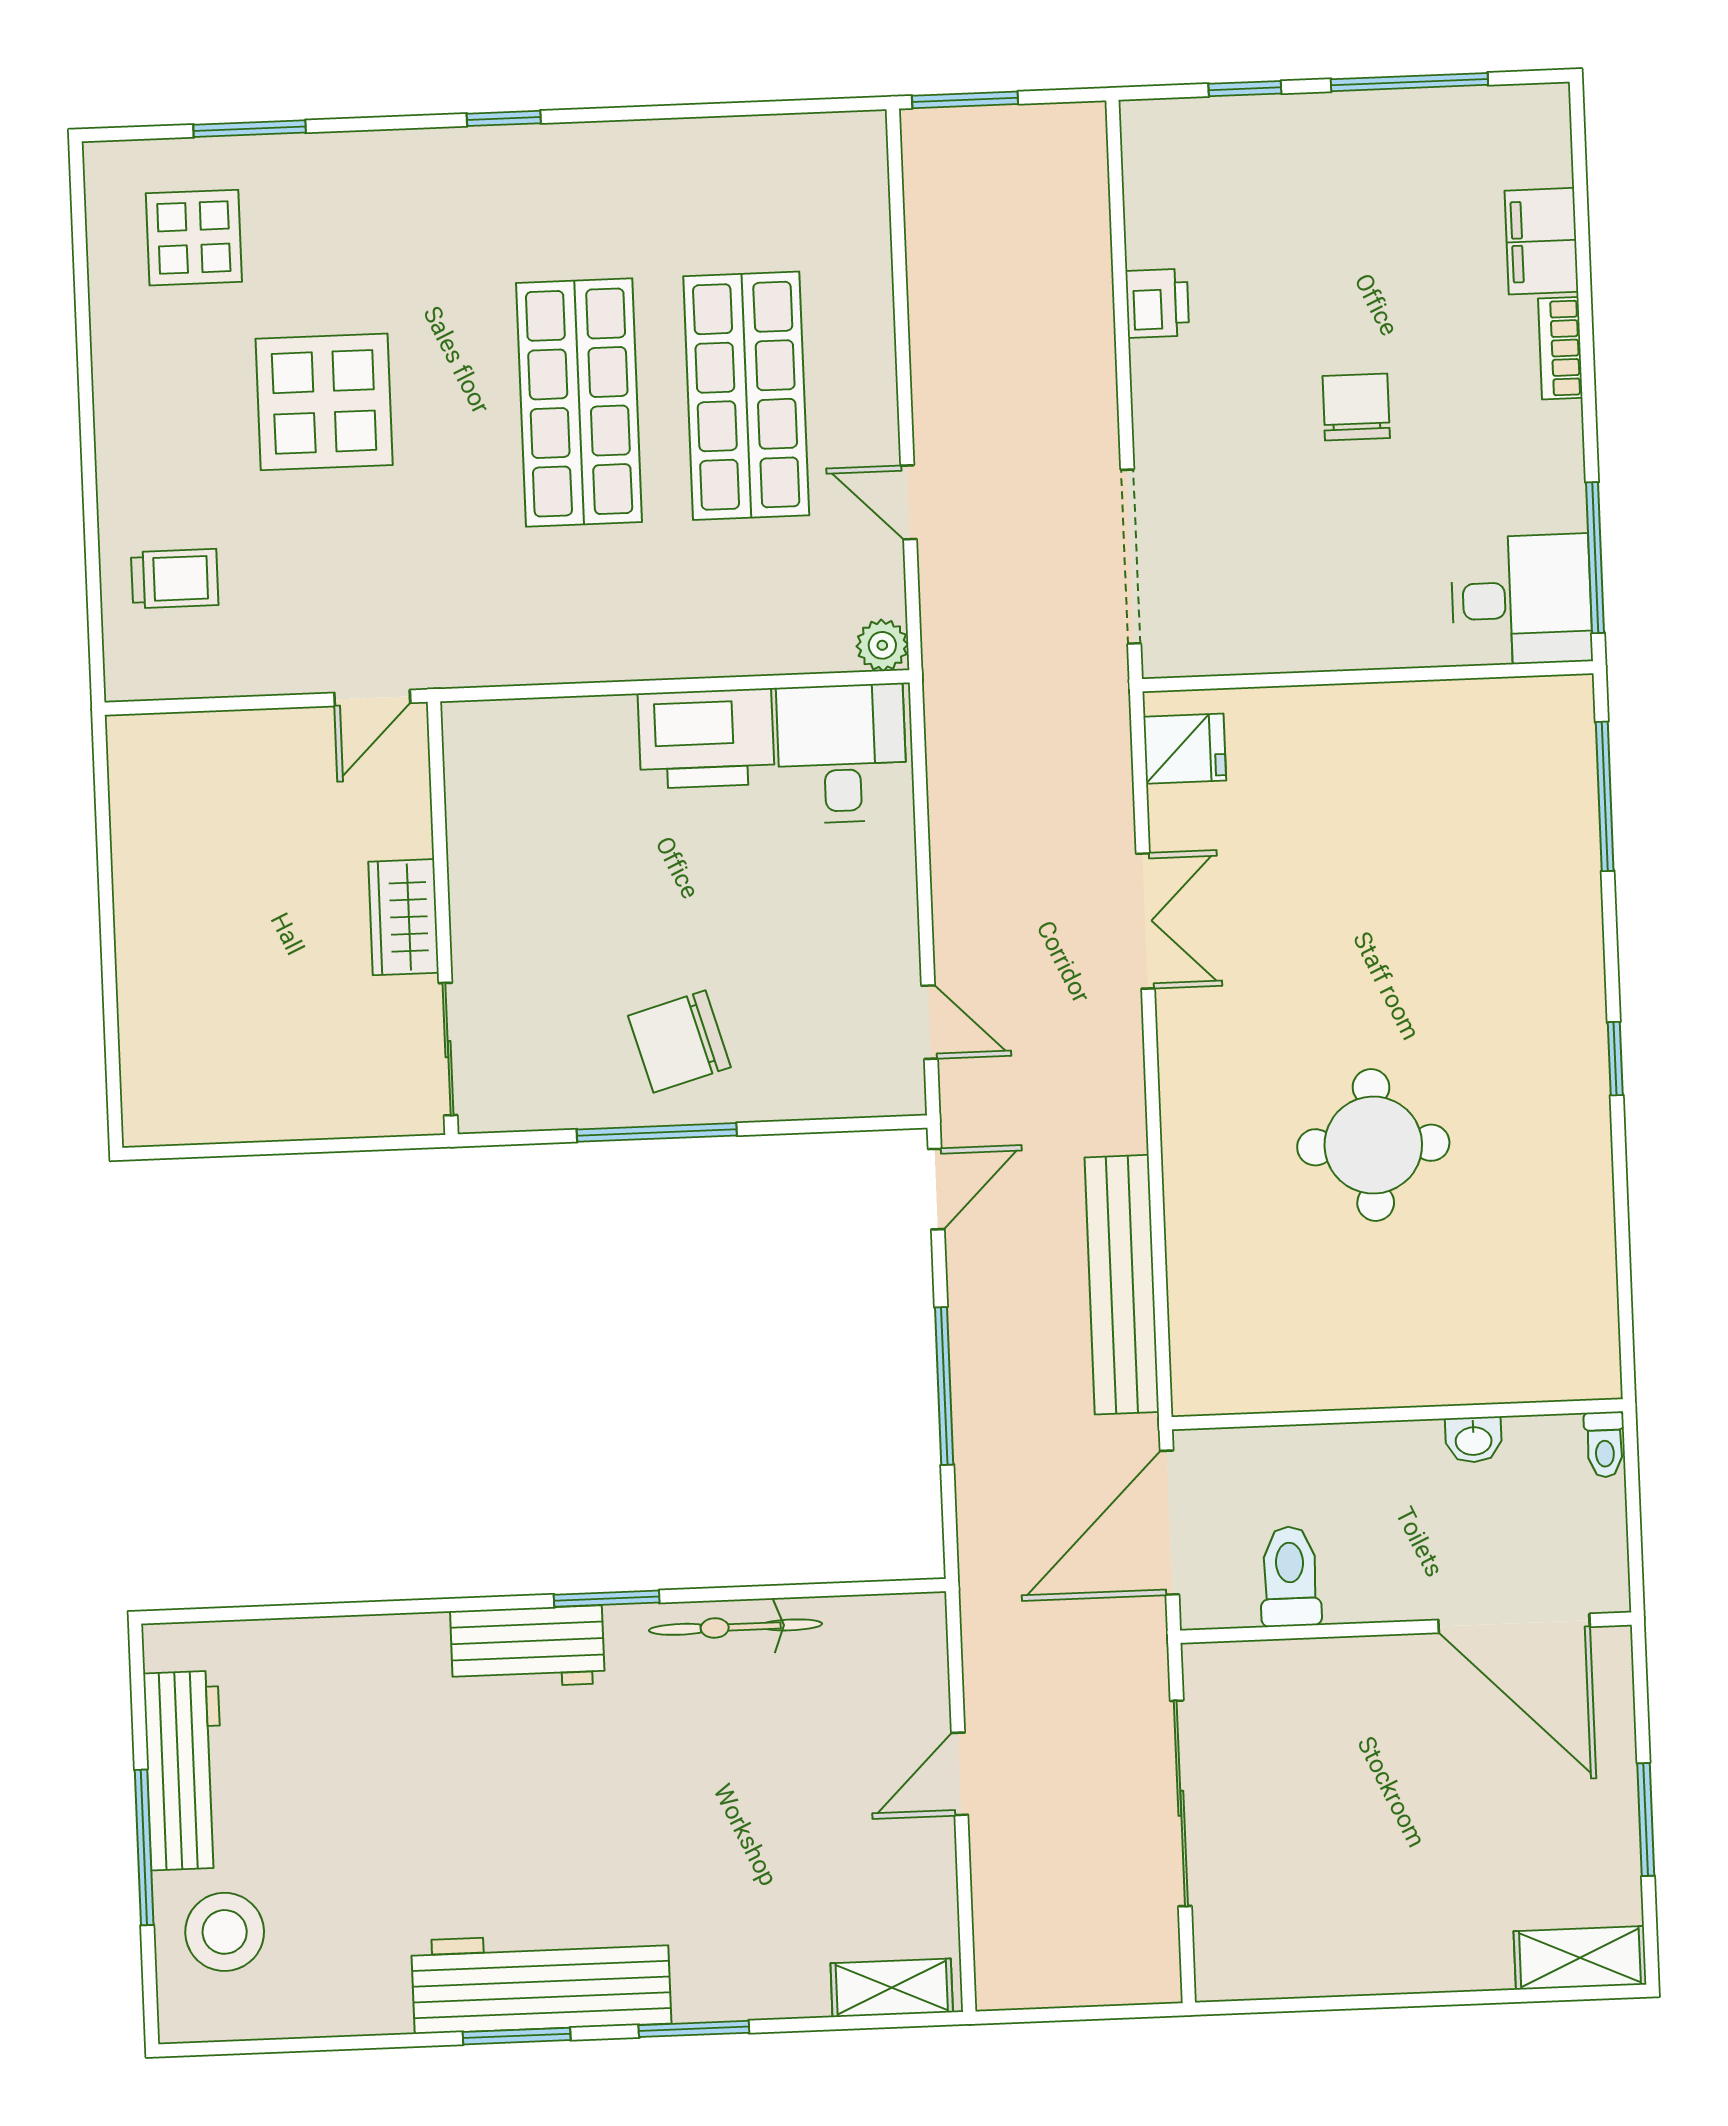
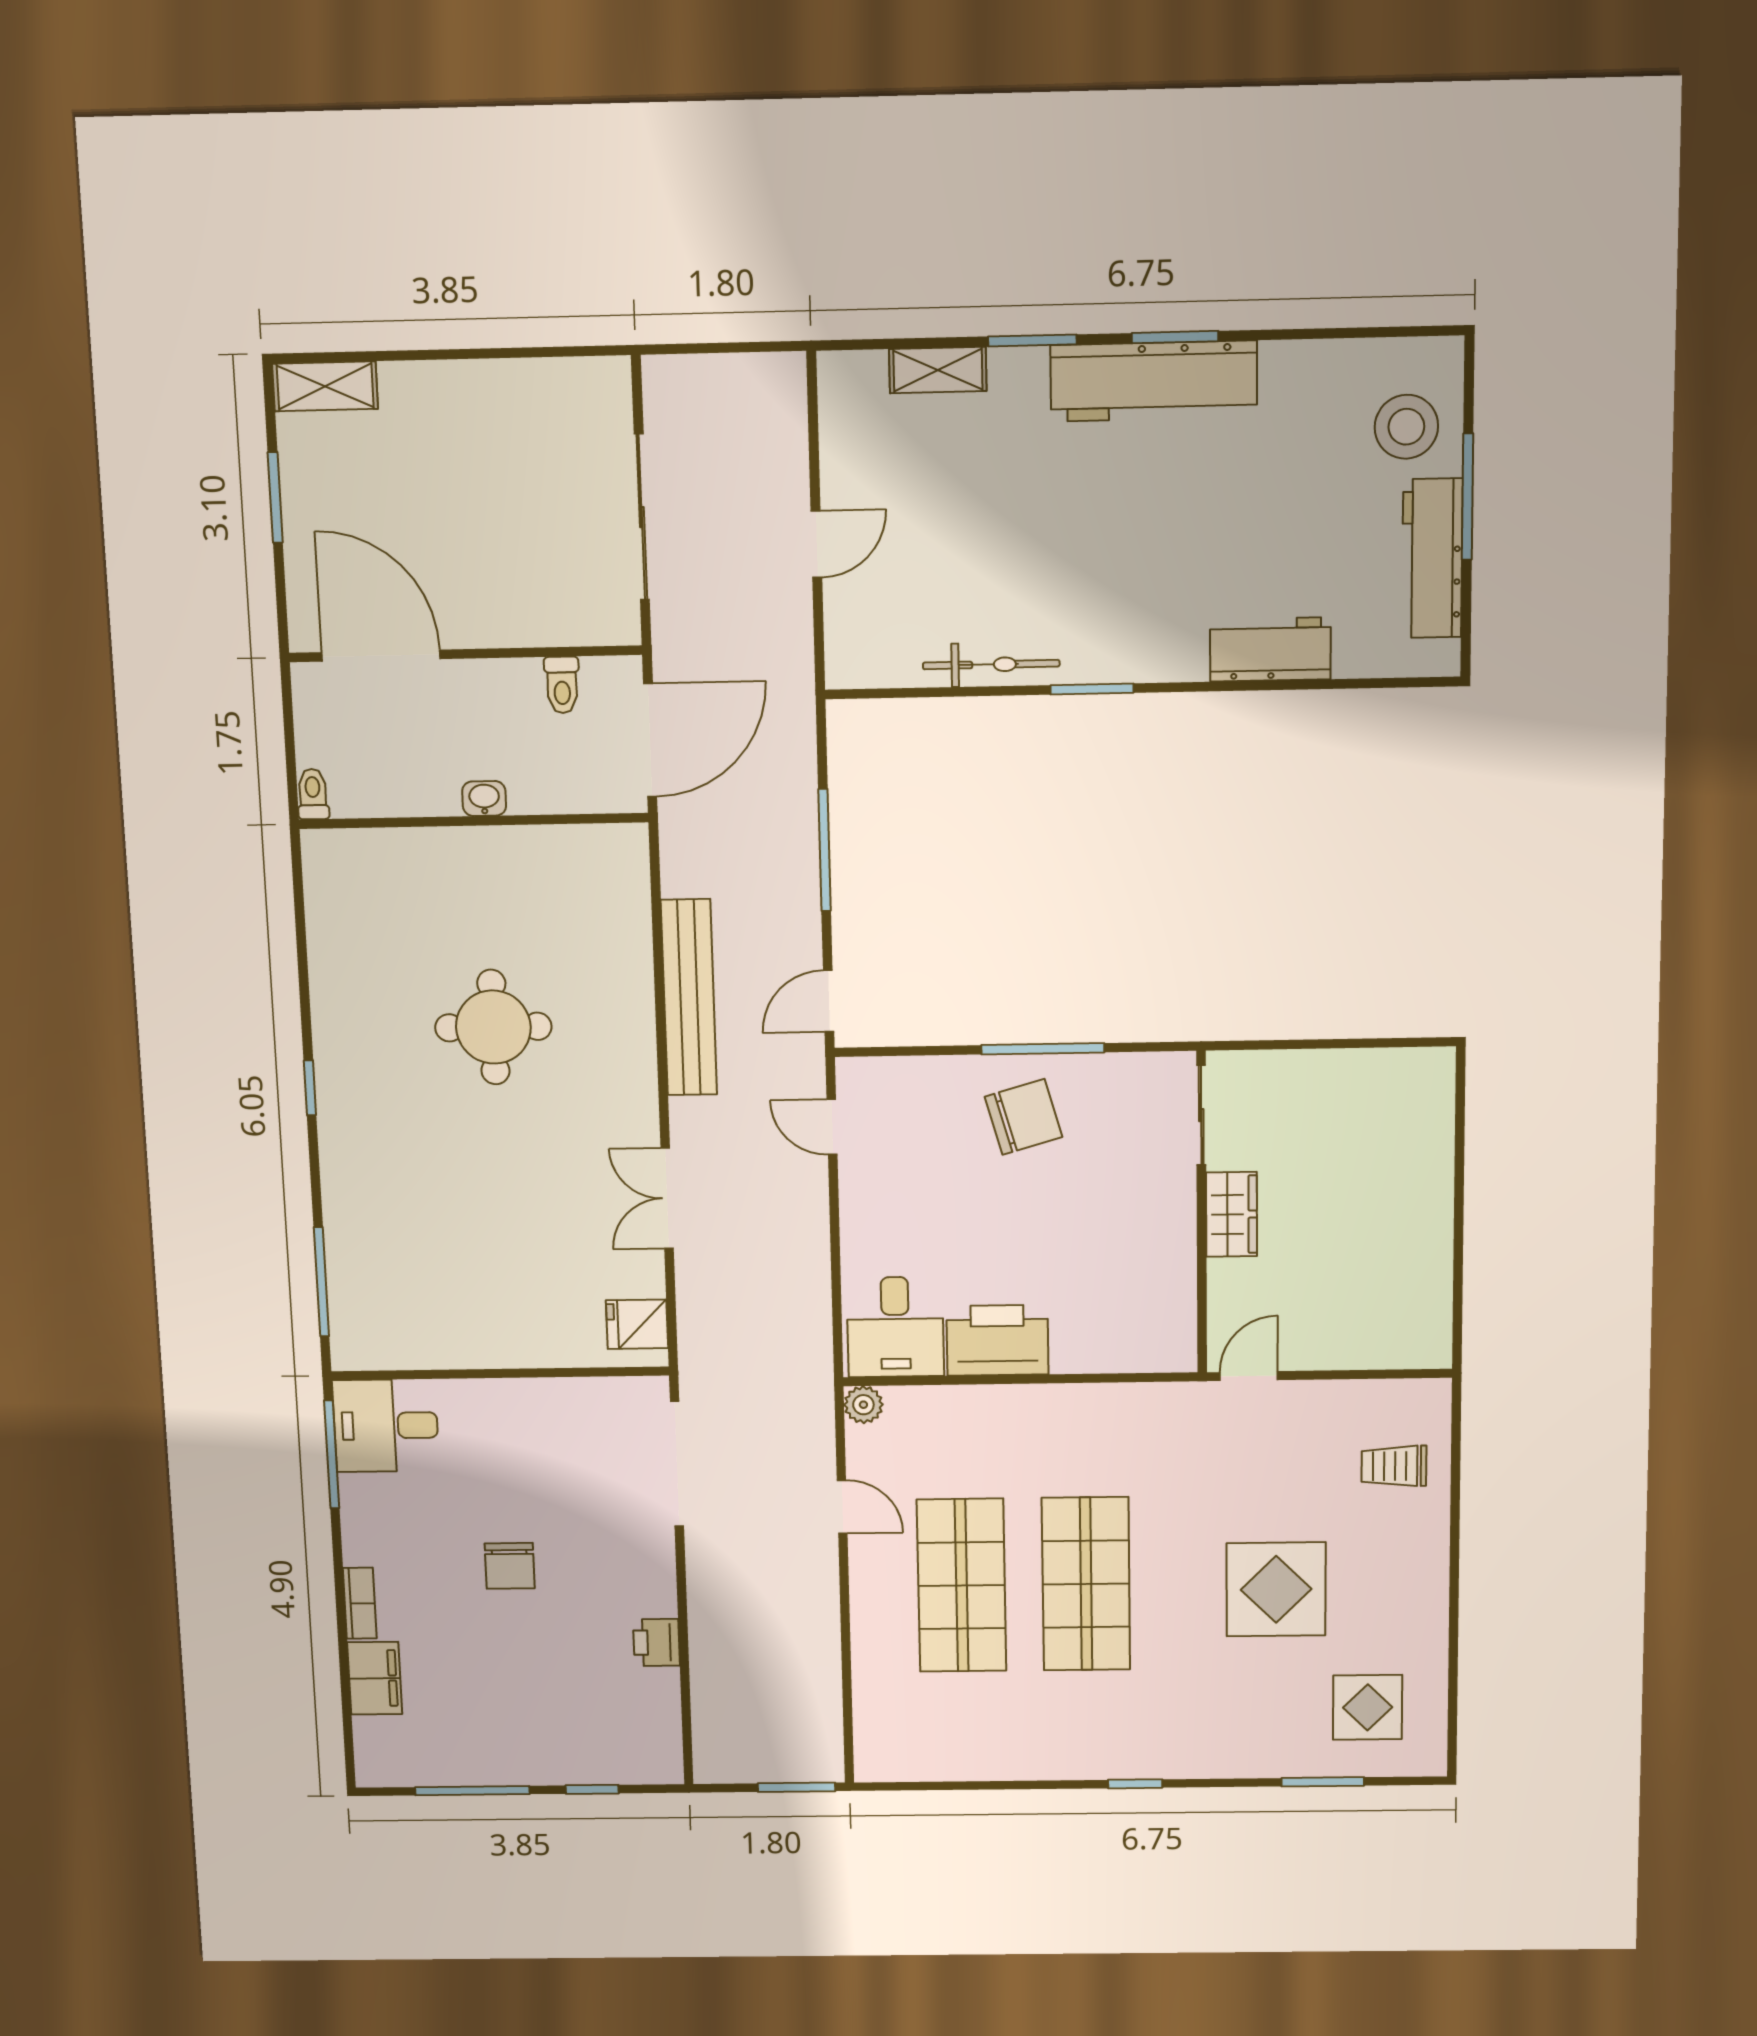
bench: (1122, 1285) -> (689, 998), moved
washbasin: (1474, 1440) -> (484, 799), moved
toilet: (1290, 1576) -> (562, 685), width x0.73, depth x0.72
workbench: (527, 1647) -> (1270, 649), moved
shelving: (892, 1988) -> (938, 370), moved

